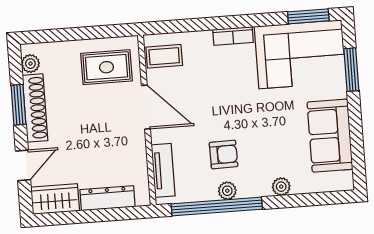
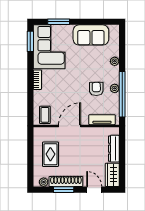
rug: (106, 67) -> (50, 154), moved

